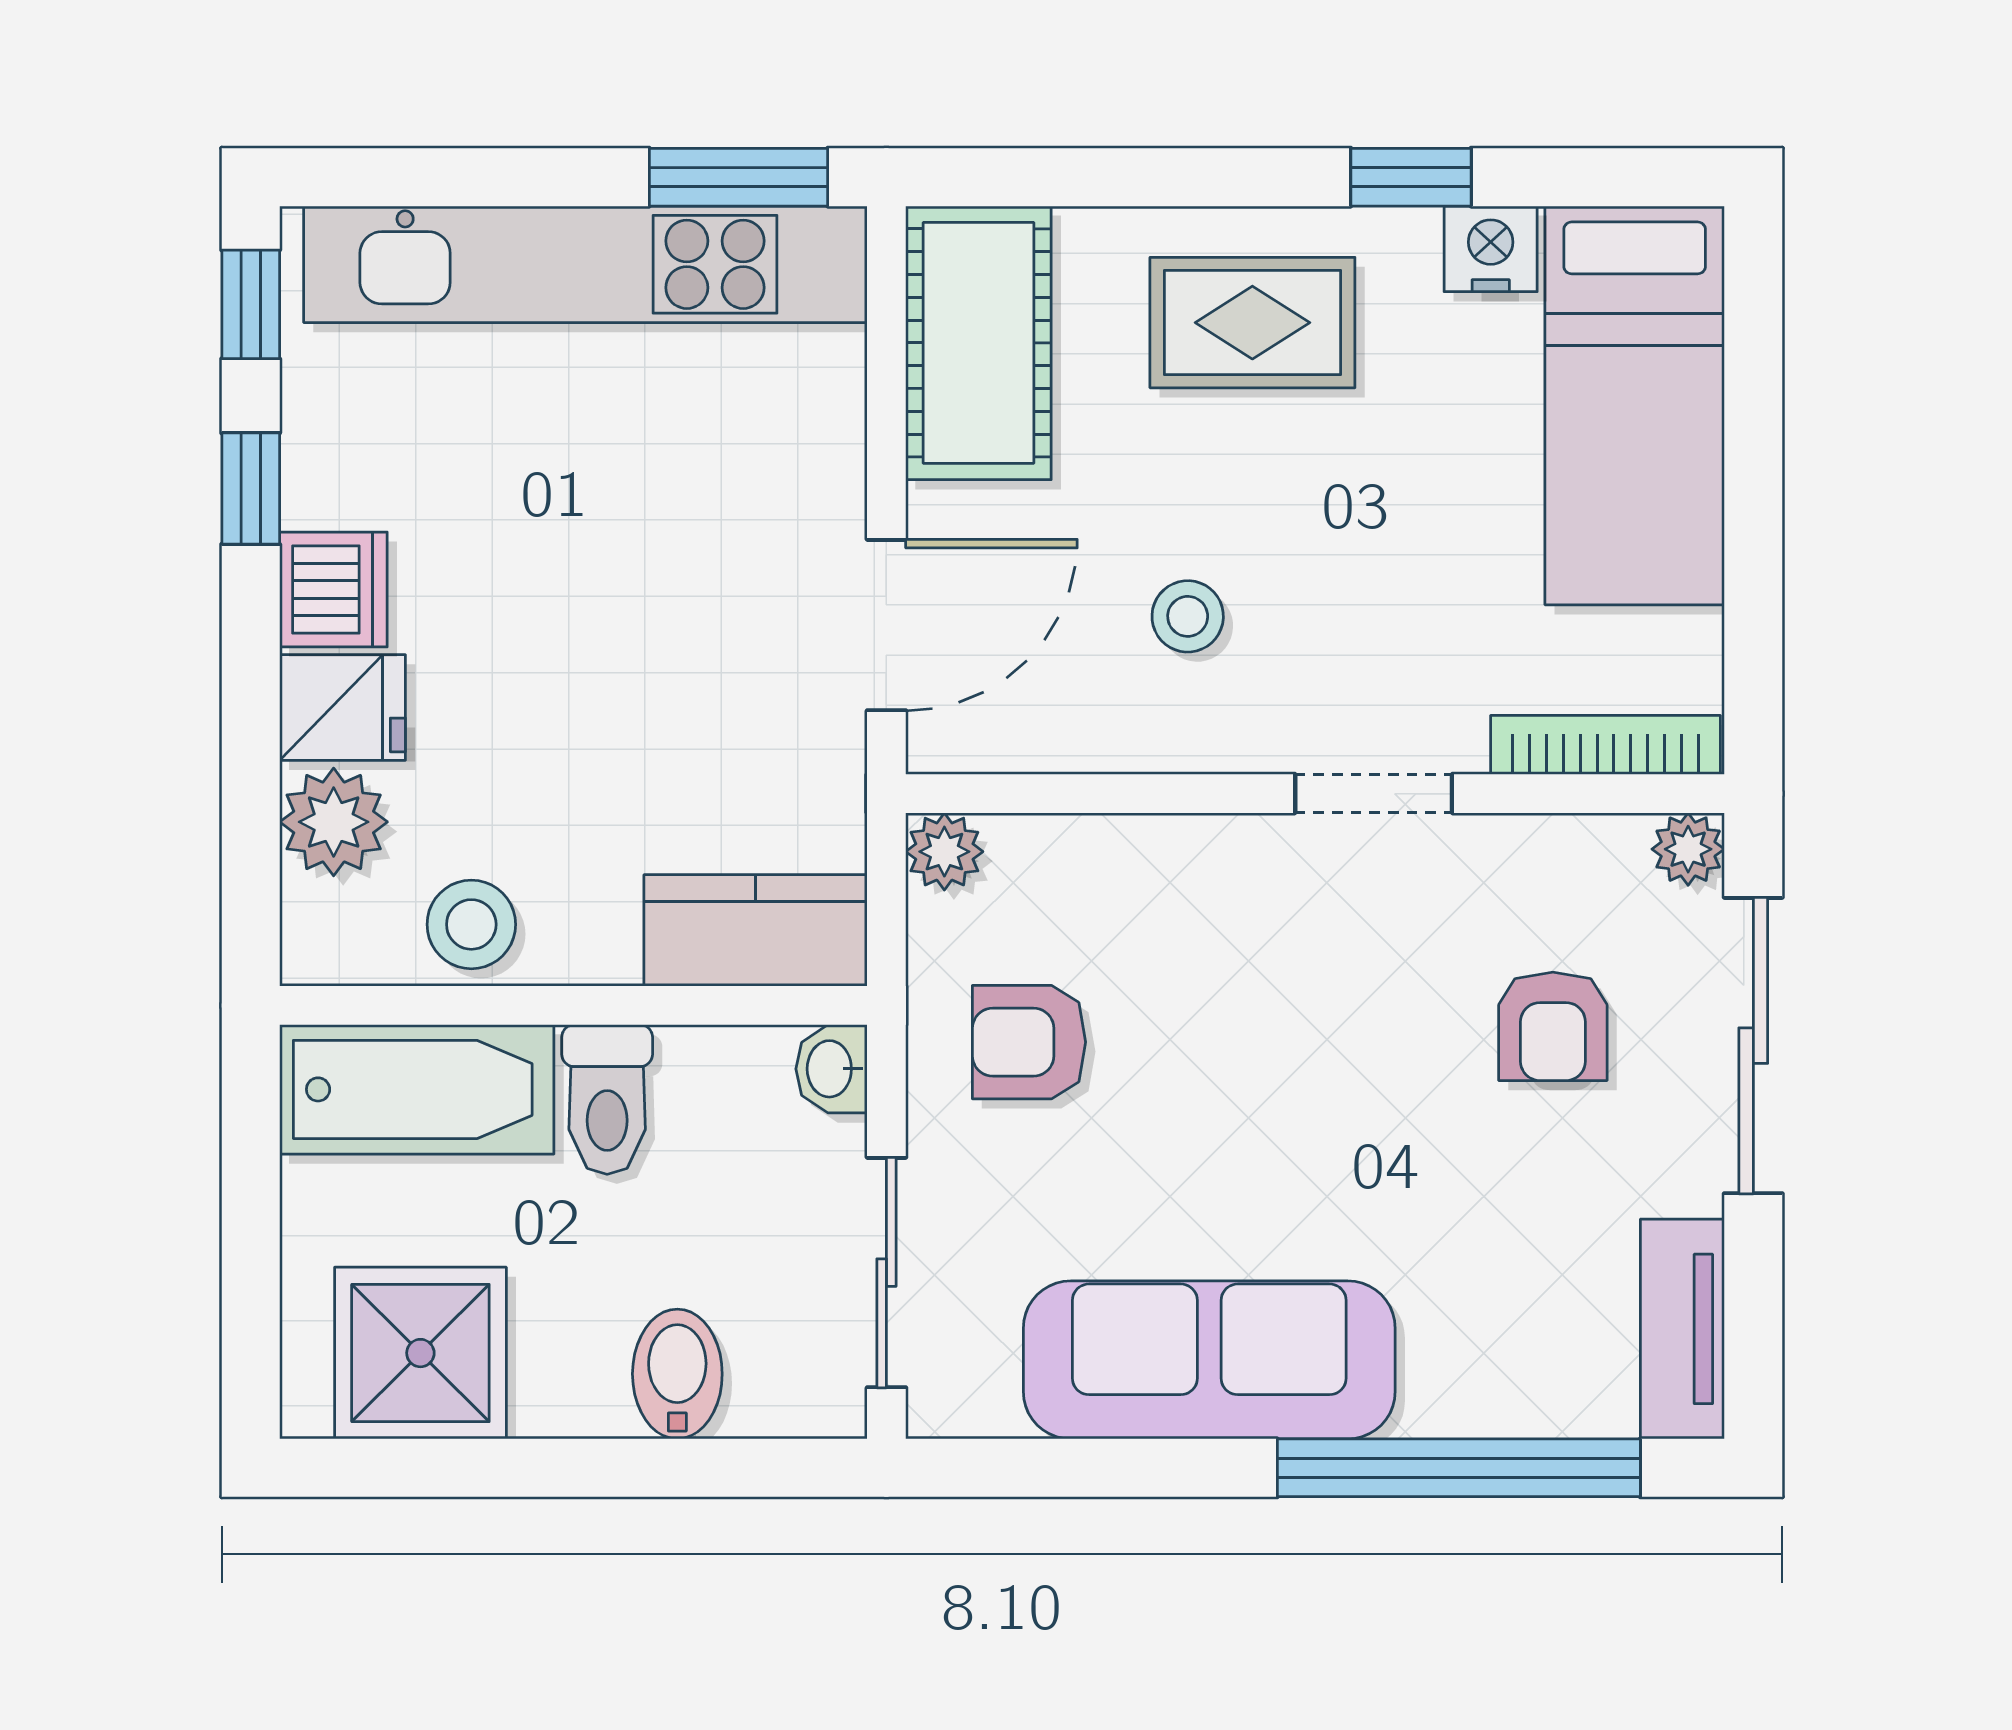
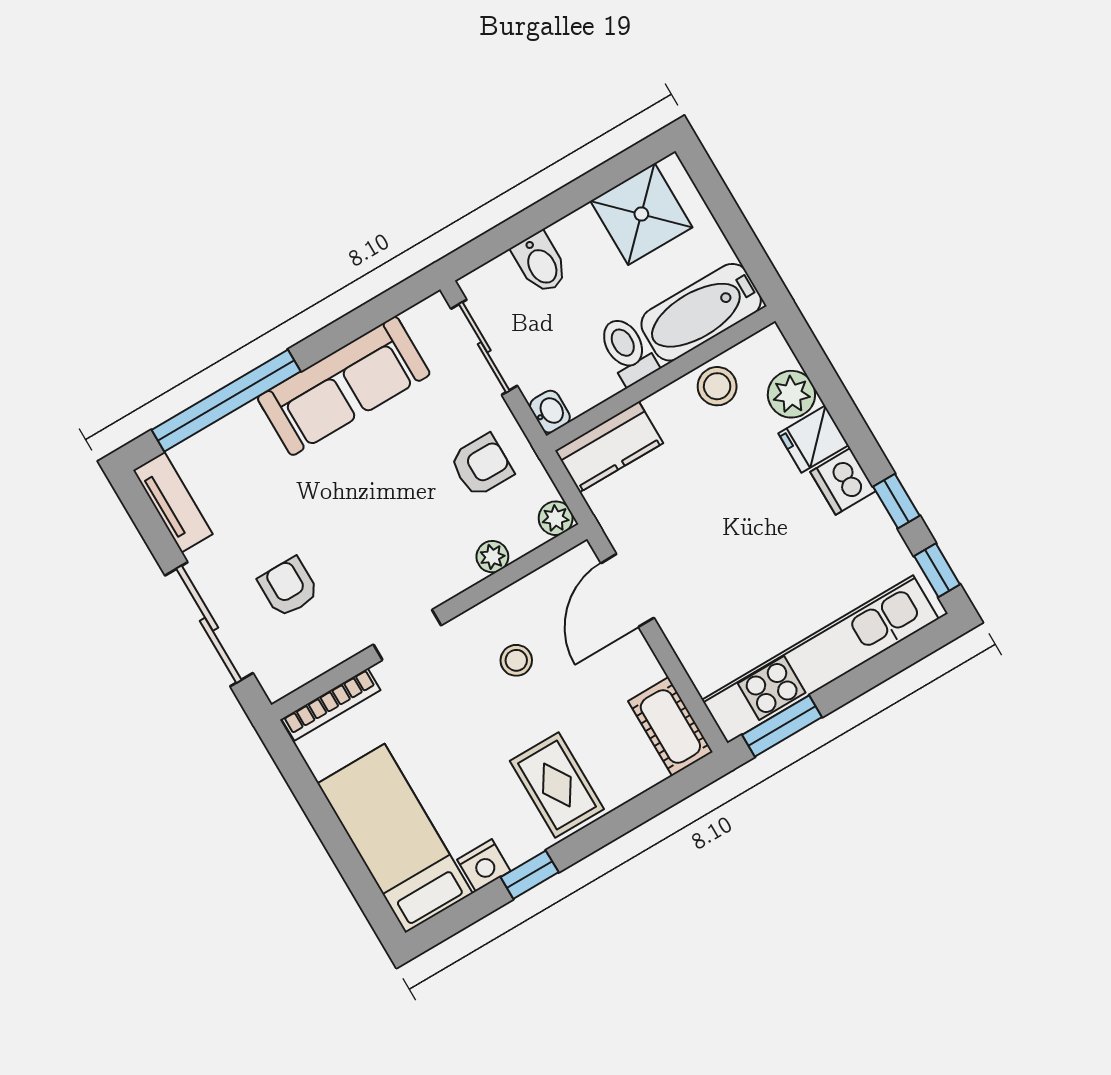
rug: (1252, 323) -> (557, 785), turned 90
cot: (978, 343) -> (670, 727), width x0.73, depth x0.75
plant: (1688, 849) -> (492, 557), moved

